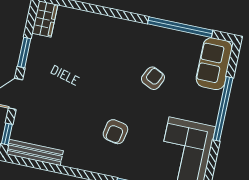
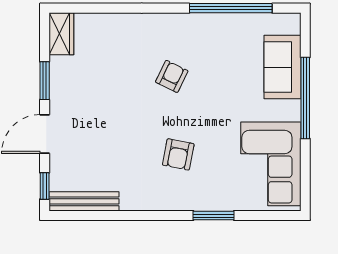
sofa: (214, 64) -> (282, 67), moved
armchair: (153, 78) -> (172, 76), moved

